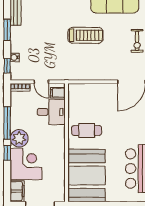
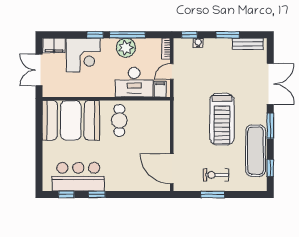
treadmill: (86, 35) -> (222, 119), width x1.37, depth x1.38
desk: (51, 112) -> (134, 82), width x1.37
plant: (19, 138) -> (126, 48), moved

